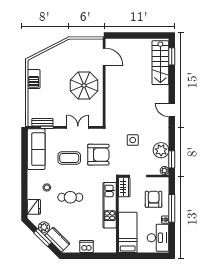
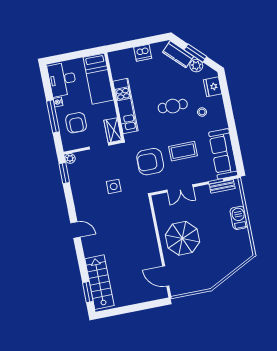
barbecue: (34, 79) -> (239, 218), moved
plant: (161, 150) -> (79, 181), removed

